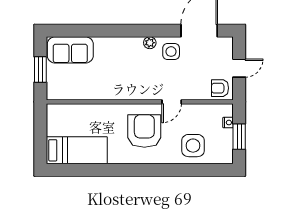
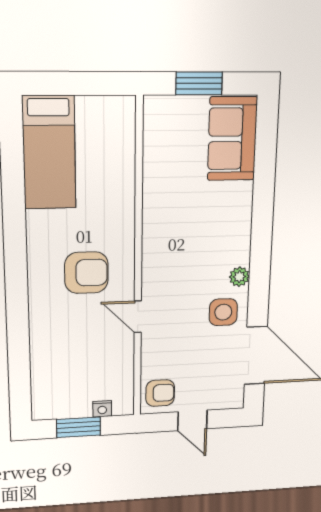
armchair: (220, 88) -> (160, 393), turned 90
armchair: (144, 131) -> (86, 273), width x0.73, depth x0.73
side table: (193, 146) -> (62, 355), removed

